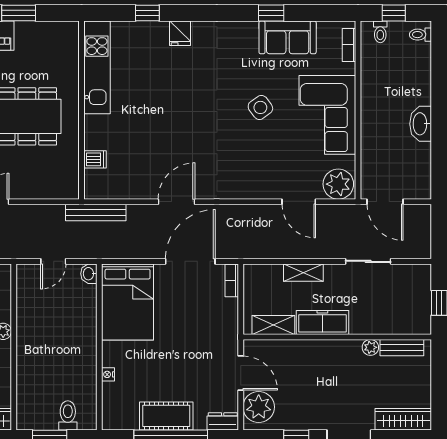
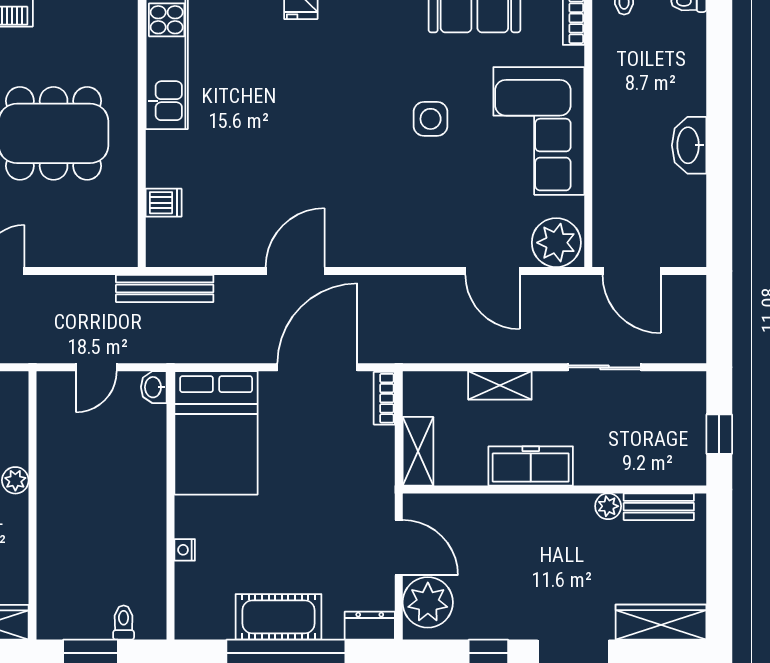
side table: (260, 107) -> (431, 119), turned 36
shelving: (273, 325) -> (418, 451), moved, turned 90
toilet: (68, 415) -> (124, 623), width x0.73, depth x0.72

